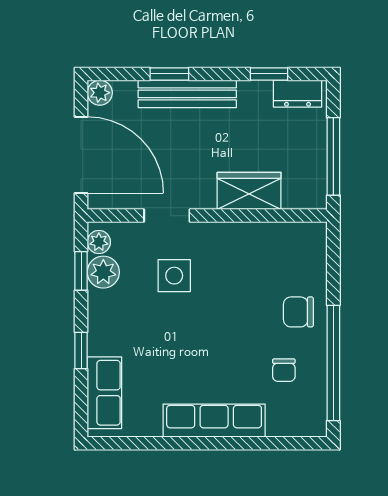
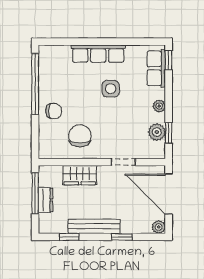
bench: (187, 94) -> (94, 226), moved
dresser: (298, 94) -> (46, 200), moved, turned 90
plant: (99, 242) -> (159, 106), moved
side table: (174, 276) -> (111, 89), moved
window: (81, 350) -> (169, 60), moved
chair: (284, 370) -> (80, 136), moved, width x1.87, depth x1.87

